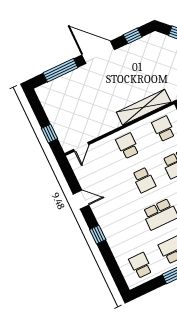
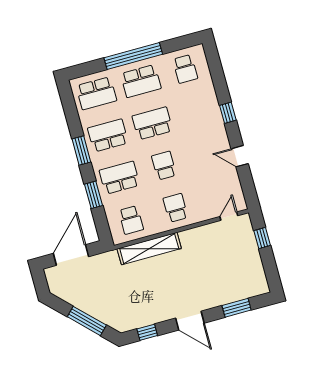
door: (98, 52) -> (190, 321), width x0.73
window: (60, 70) -> (237, 308), width x0.69
school desk: (128, 146) -> (175, 208), turned 180

